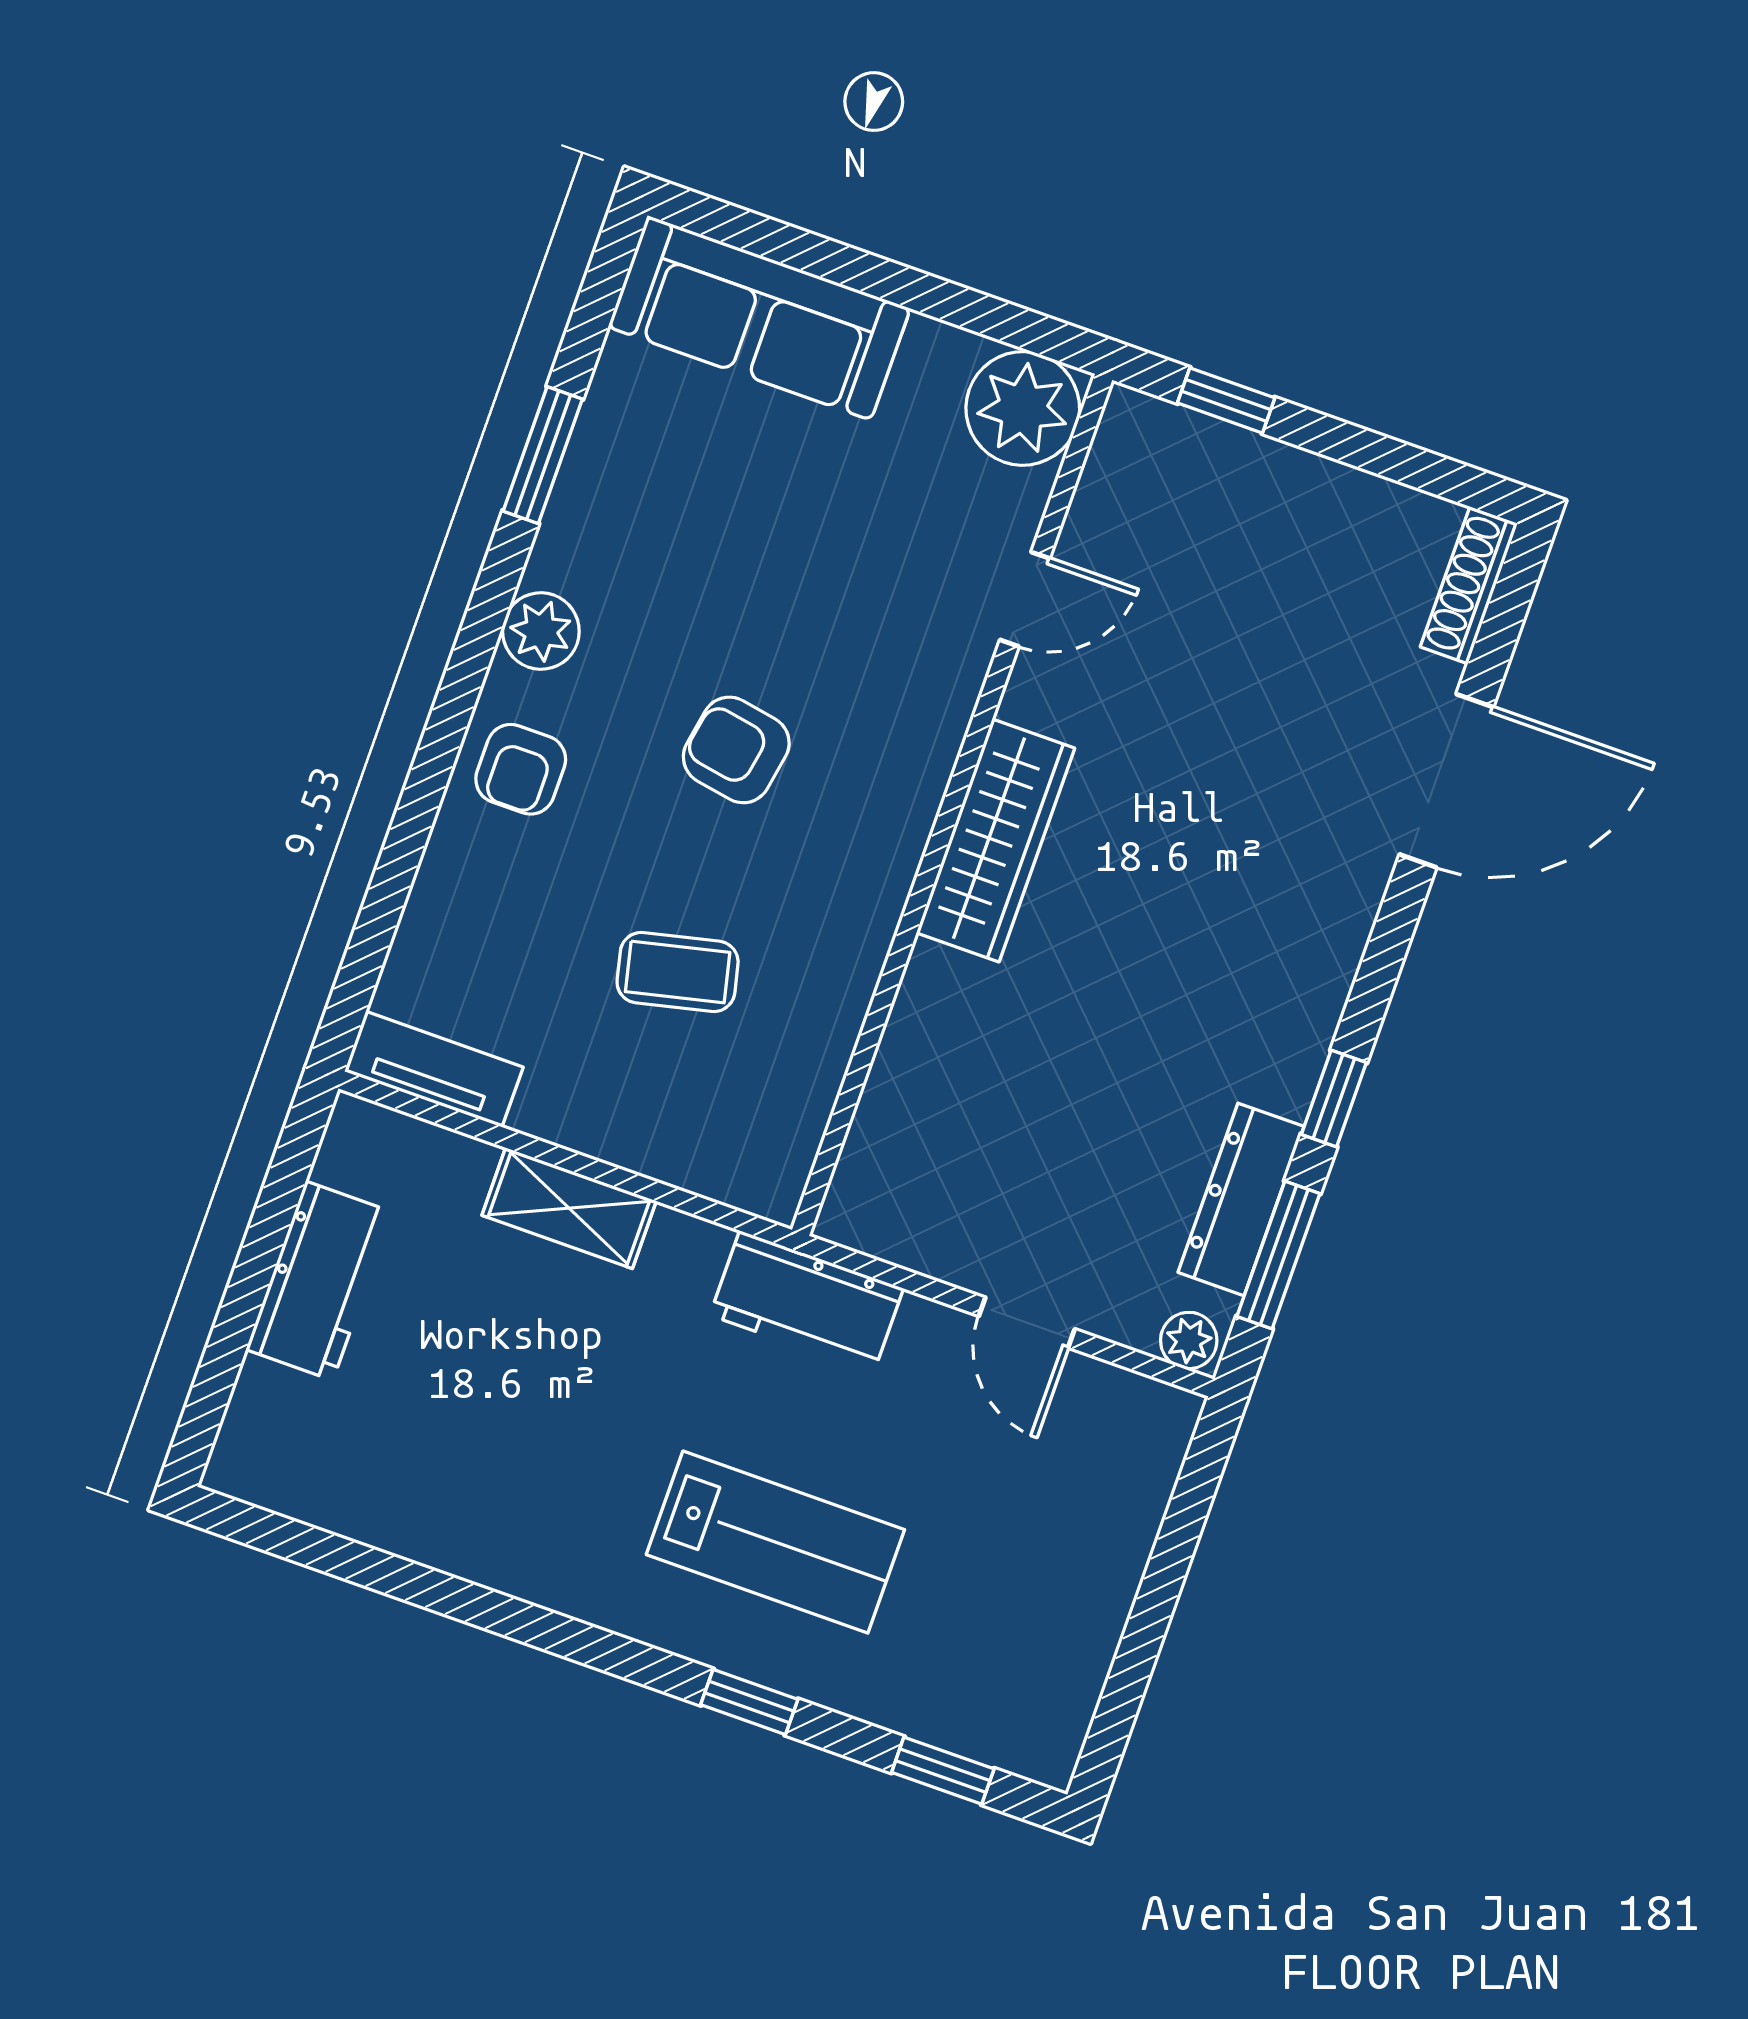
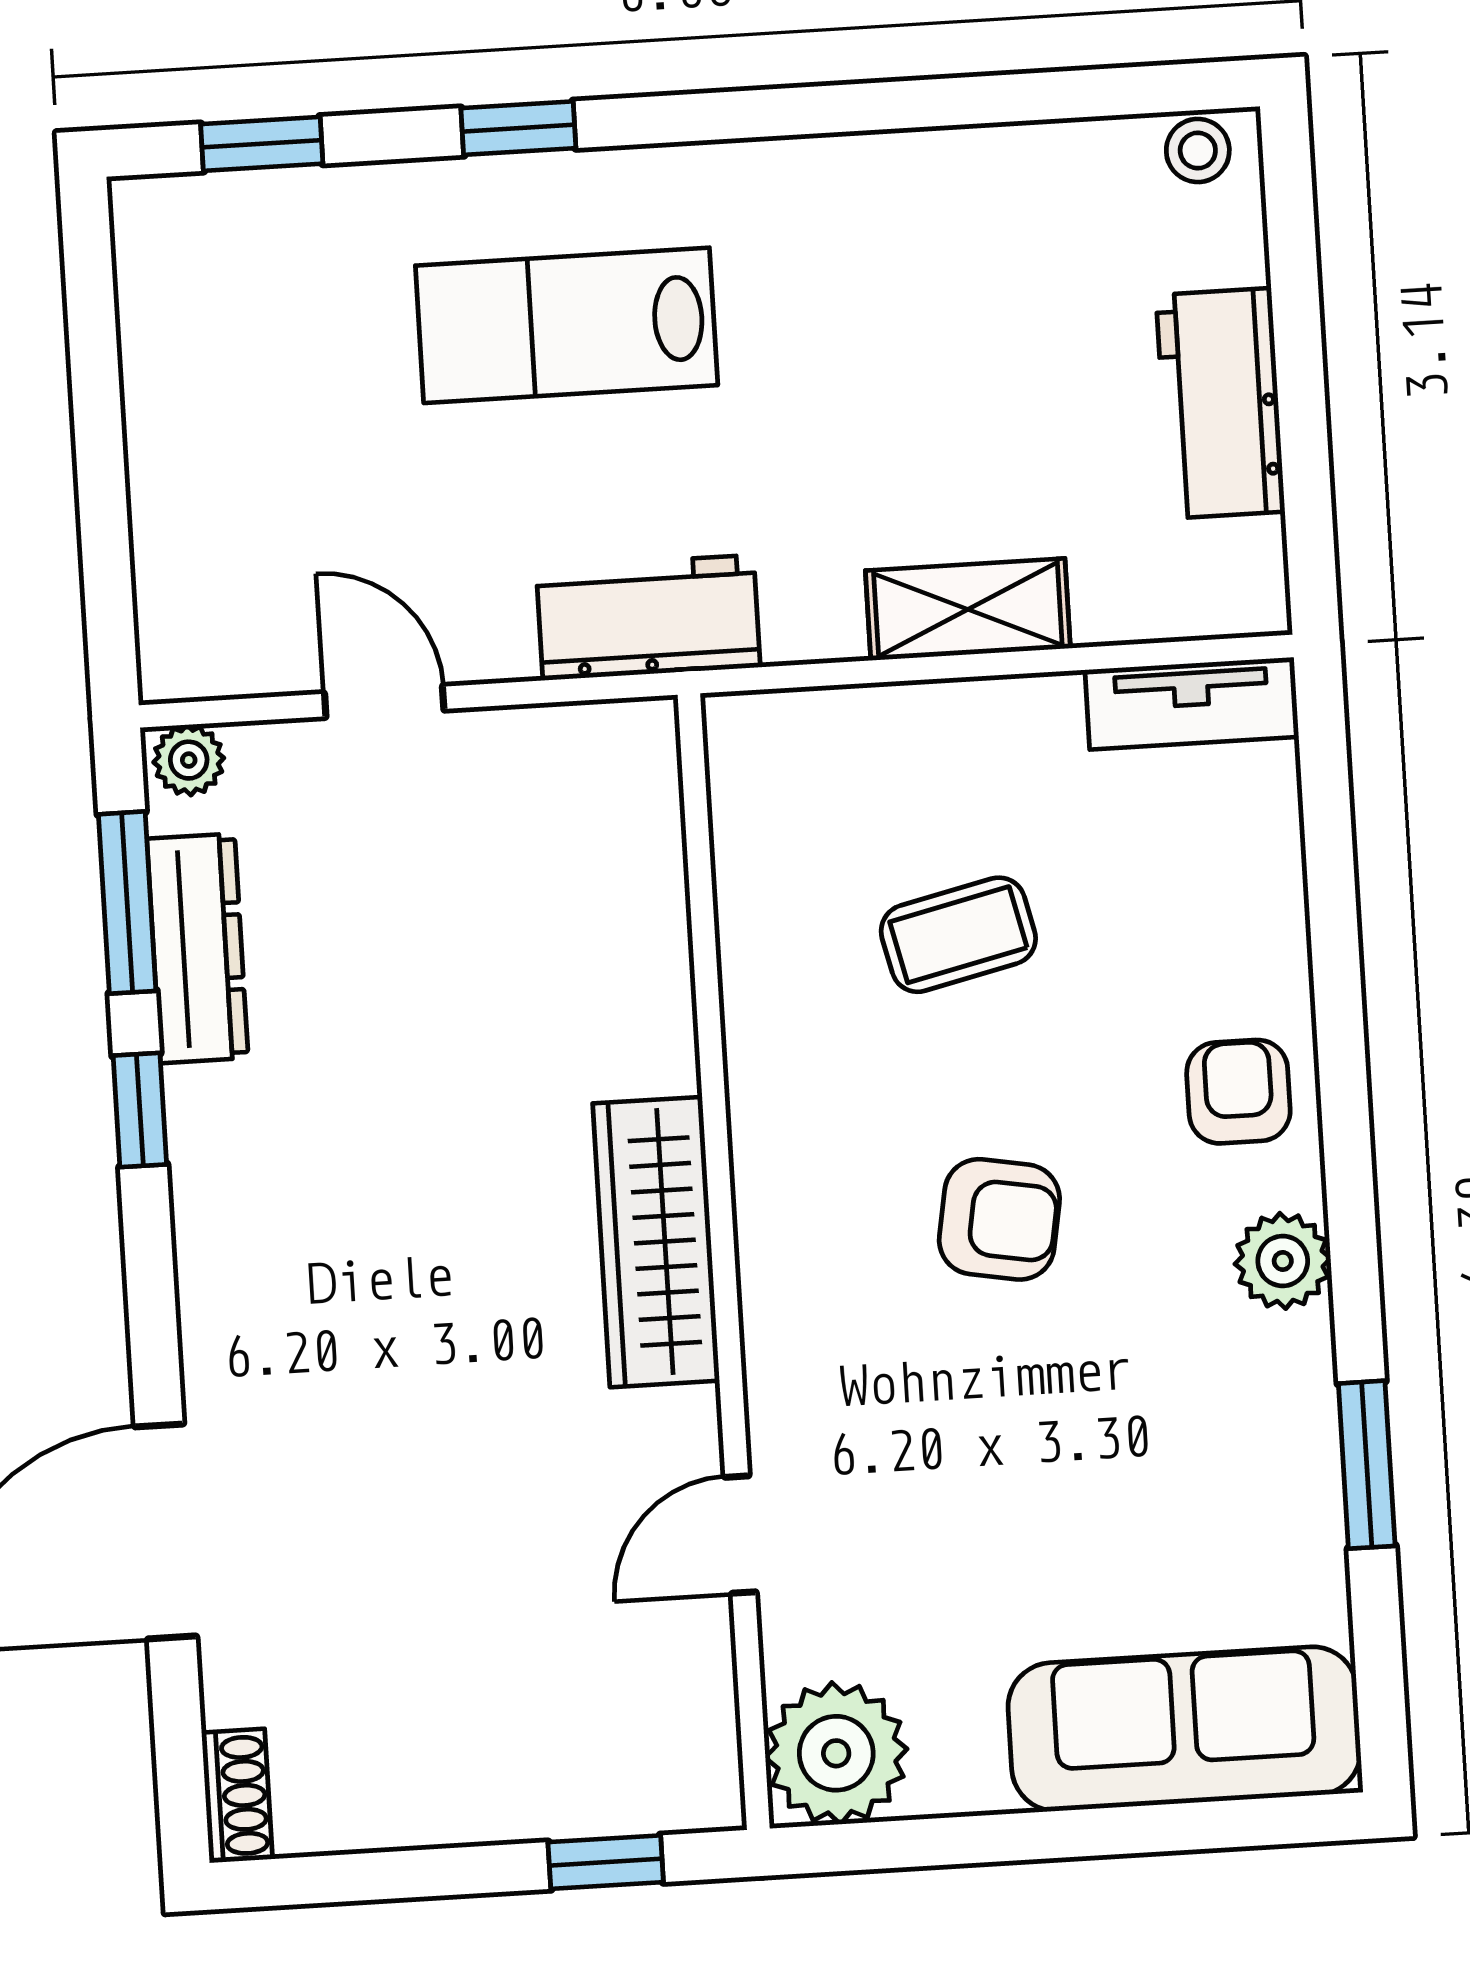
shoe rack: (1469, 585) -> (237, 1796), width x0.70
stool: (257, 1474) -> (1198, 151), added

